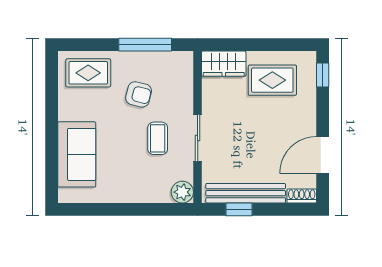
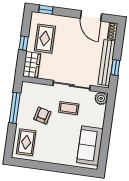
window: (259, 45) -> (24, 43), added
sliding door: (198, 138) -> (72, 85), width x1.37
sofa: (77, 154) -> (90, 146), moved, turned -90

